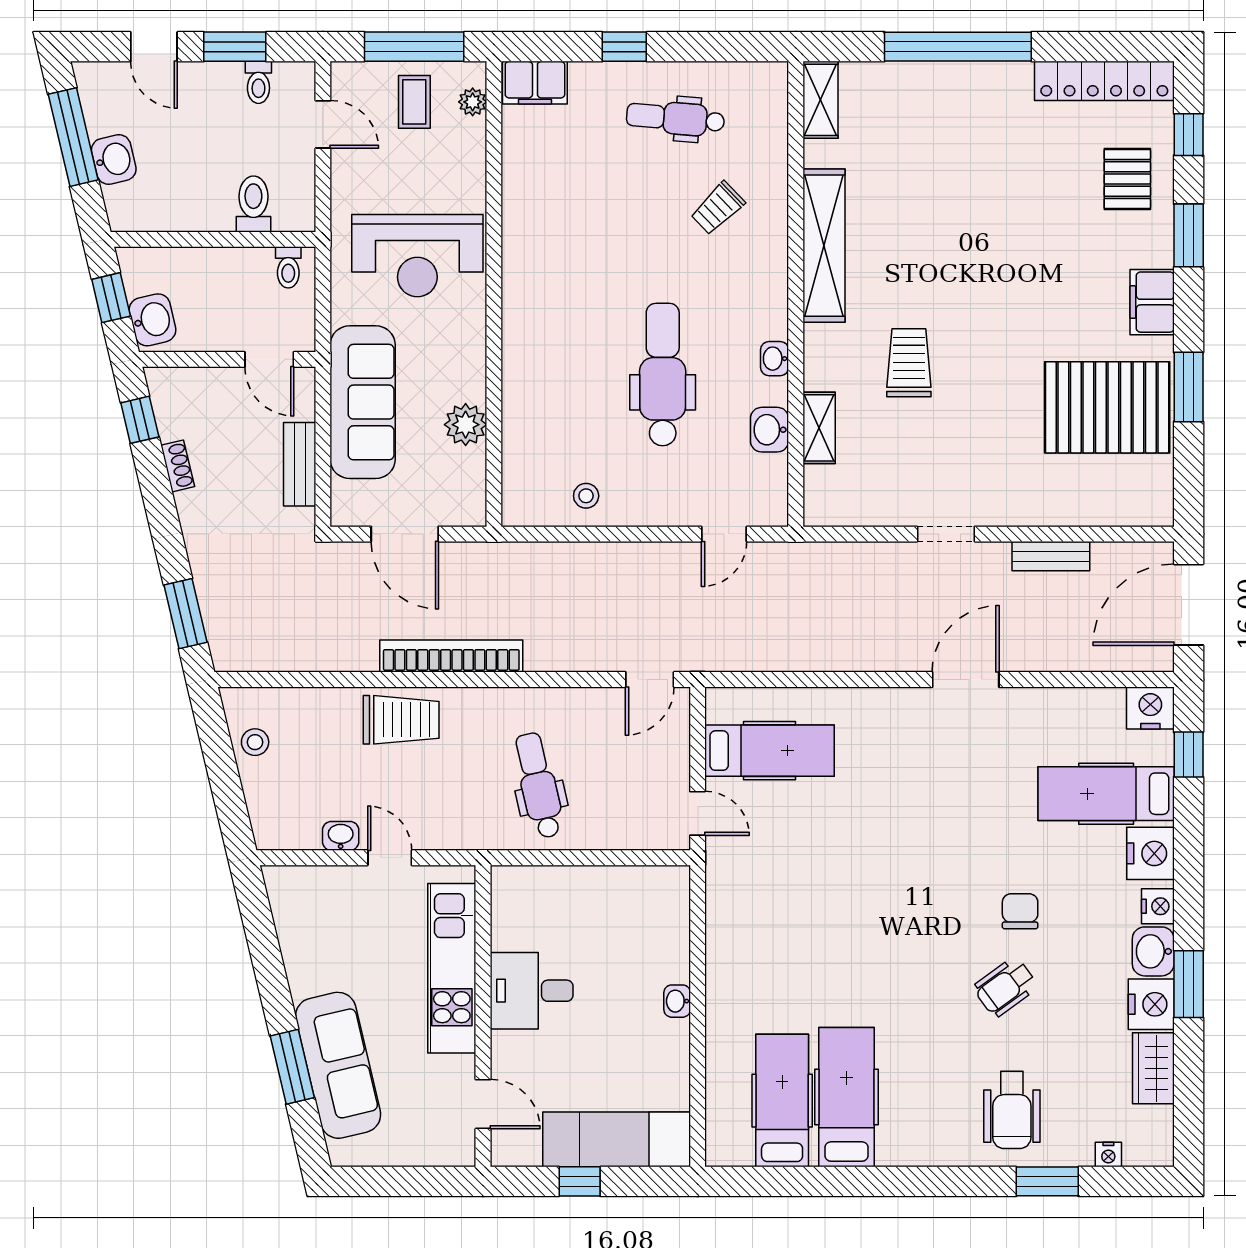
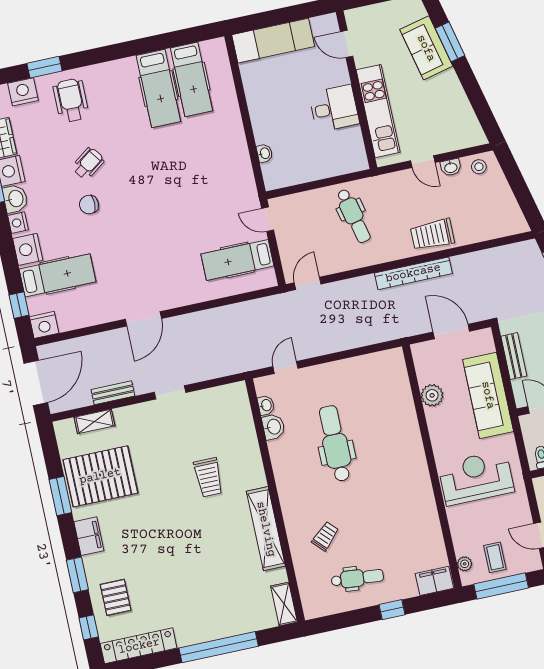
washbasin: (775, 359) -> (266, 405), moved
dental chair: (663, 375) -> (335, 443), turned 180
shelving: (819, 428) -> (94, 421), moved, turned 90
stool: (586, 496) -> (361, 372), removed
stool: (255, 742) -> (479, 167), moved
chair: (1020, 911) -> (89, 205), turned 90
washbasin: (677, 1001) -> (265, 153), moved
sofa: (338, 1065) -> (426, 48), width x0.73
nightstand: (1108, 1155) -> (23, 92), width x1.89, depth x1.79
window: (580, 1181) -> (288, 15), removed

